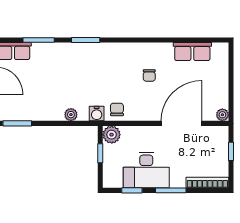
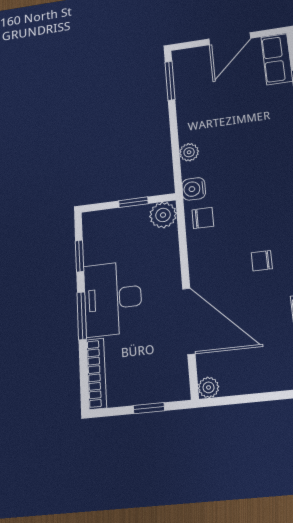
desk: (146, 170) -> (113, 298), moved

